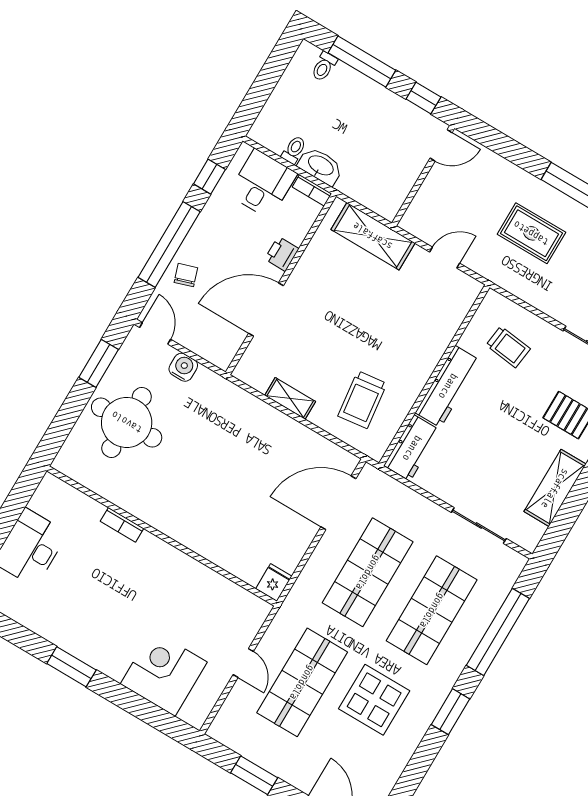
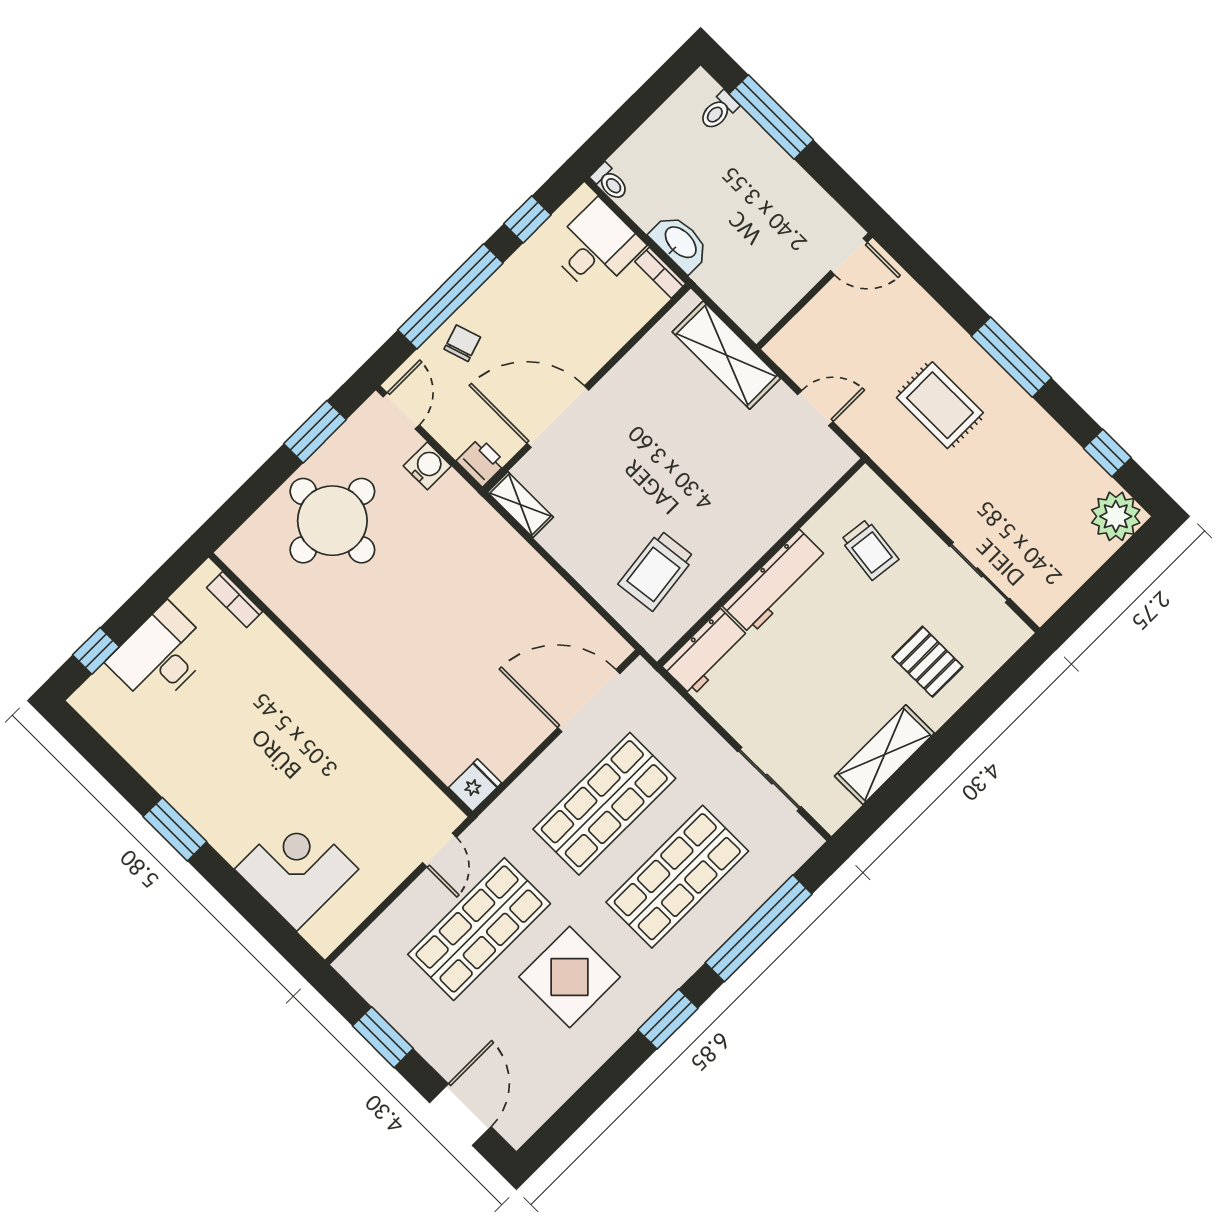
window: (423, 98) -> (841, 187), removed
toilet: (294, 150) -> (610, 182), moved, turned 90
printer: (282, 254) -> (481, 462), moved, turned 90
shelving: (290, 398) -> (520, 505), moved
bookcase: (122, 525) -> (235, 600), moved
door: (243, 663) -> (440, 850), moved

